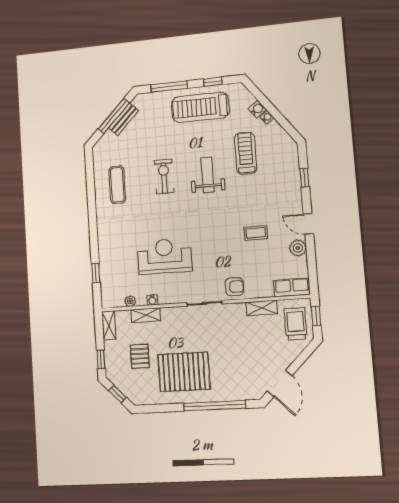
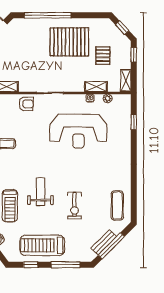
treadmill: (200, 107) -> (42, 245), turned 180
weight bench: (207, 175) -> (40, 192), turned 180
exercise bike: (164, 176) -> (75, 206), moved
exercise mat: (117, 185) -> (117, 206), moved
reception desk: (164, 256) -> (78, 131), width x1.36, depth x1.30
armchair: (234, 287) -> (26, 104), turned 180

